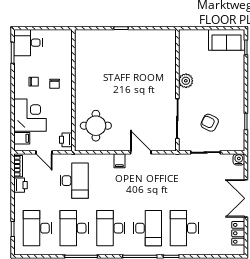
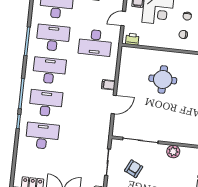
round table: (96, 126) -> (163, 79), moved
desk: (148, 228) -> (46, 103), turned 180

